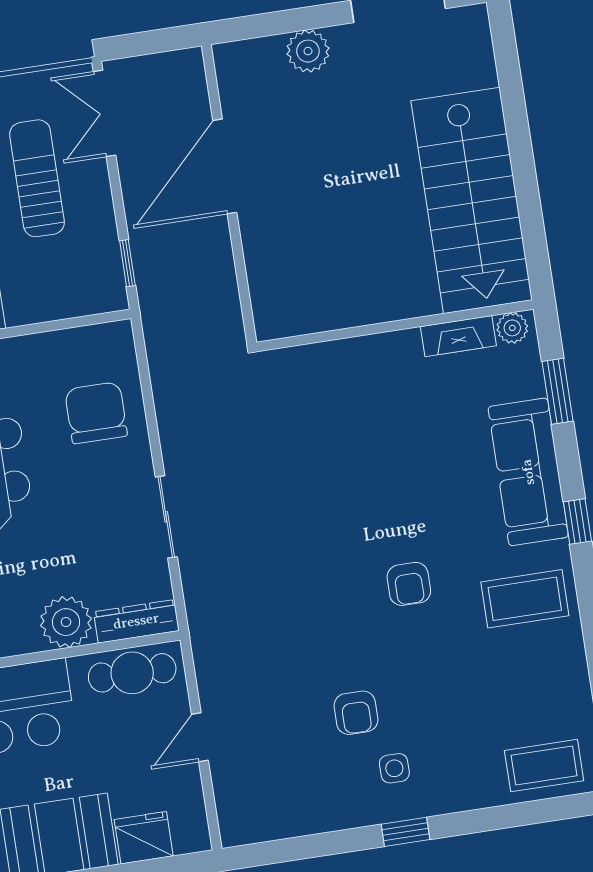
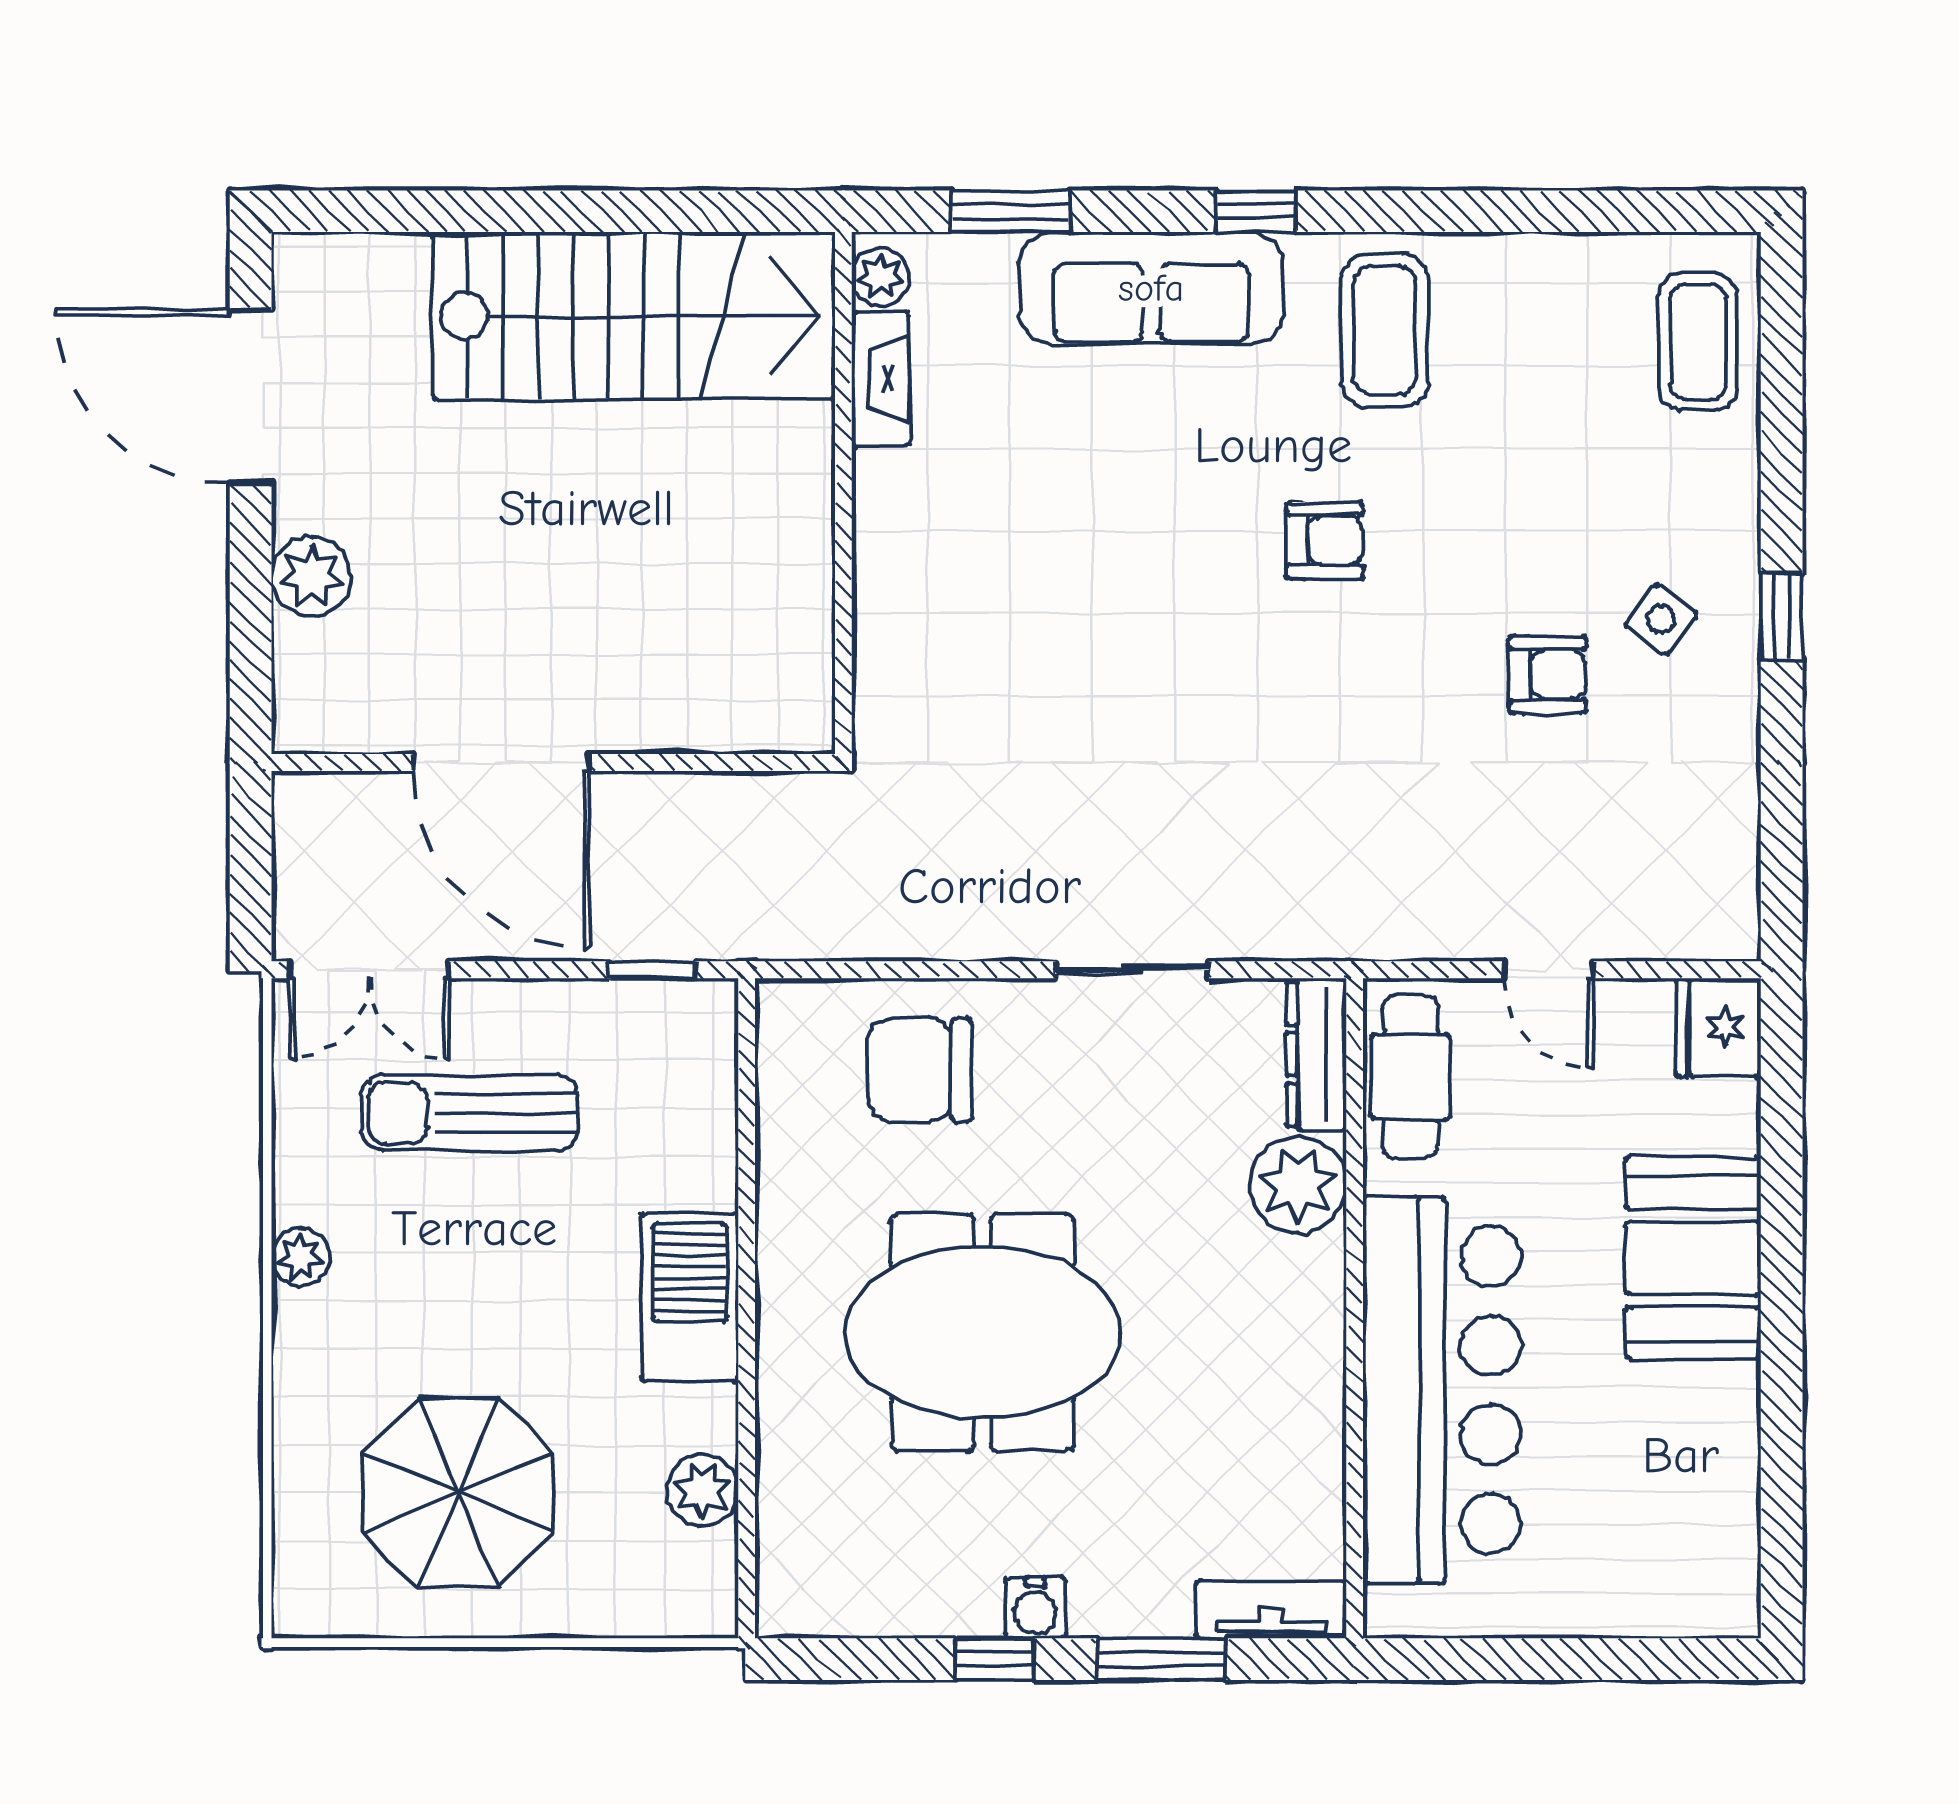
side table: (394, 768) -> (1661, 619), turned 38
fridge: (144, 838) -> (1718, 1027), moved

